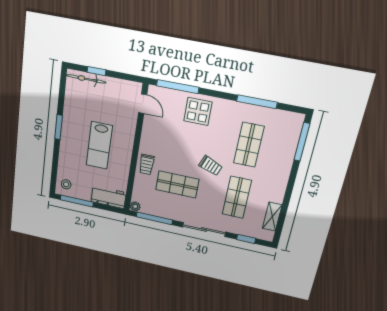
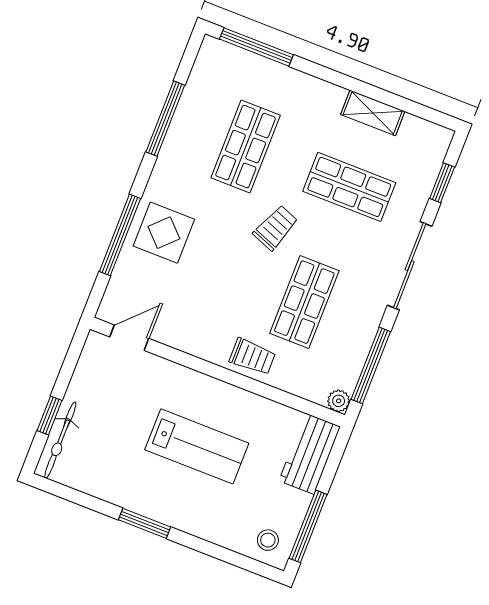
window: (178, 87) -> (120, 235), moved
shop shelf: (249, 145) -> (246, 147), turned 90
shelving: (272, 217) -> (373, 113), moved

